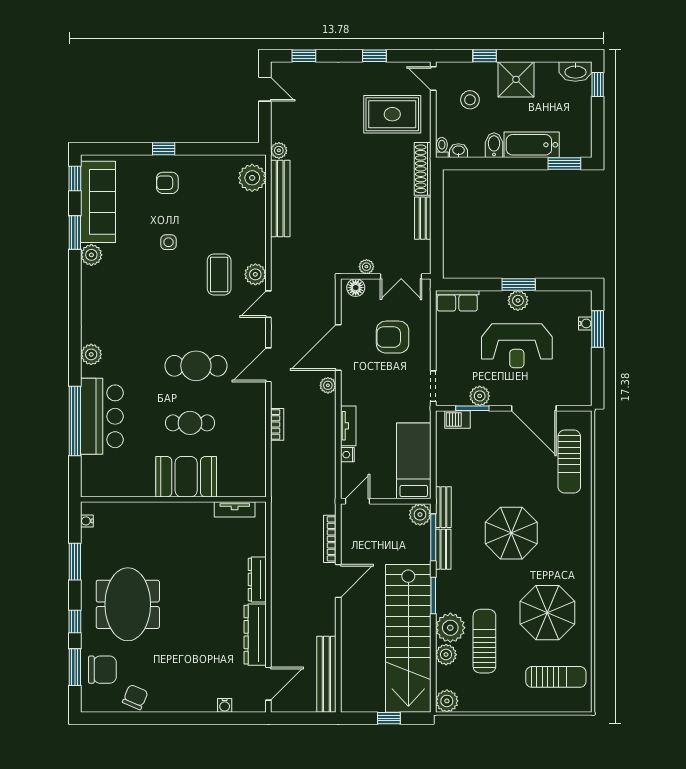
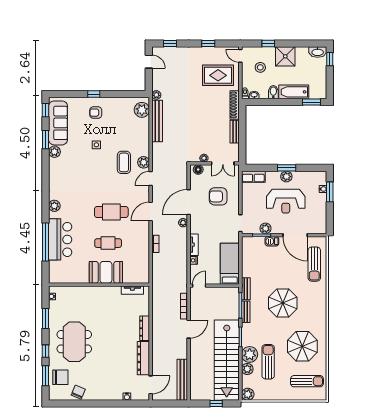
barbecue: (458, 420) -> (272, 241), moved
plant: (420, 515) -> (233, 293), removed

